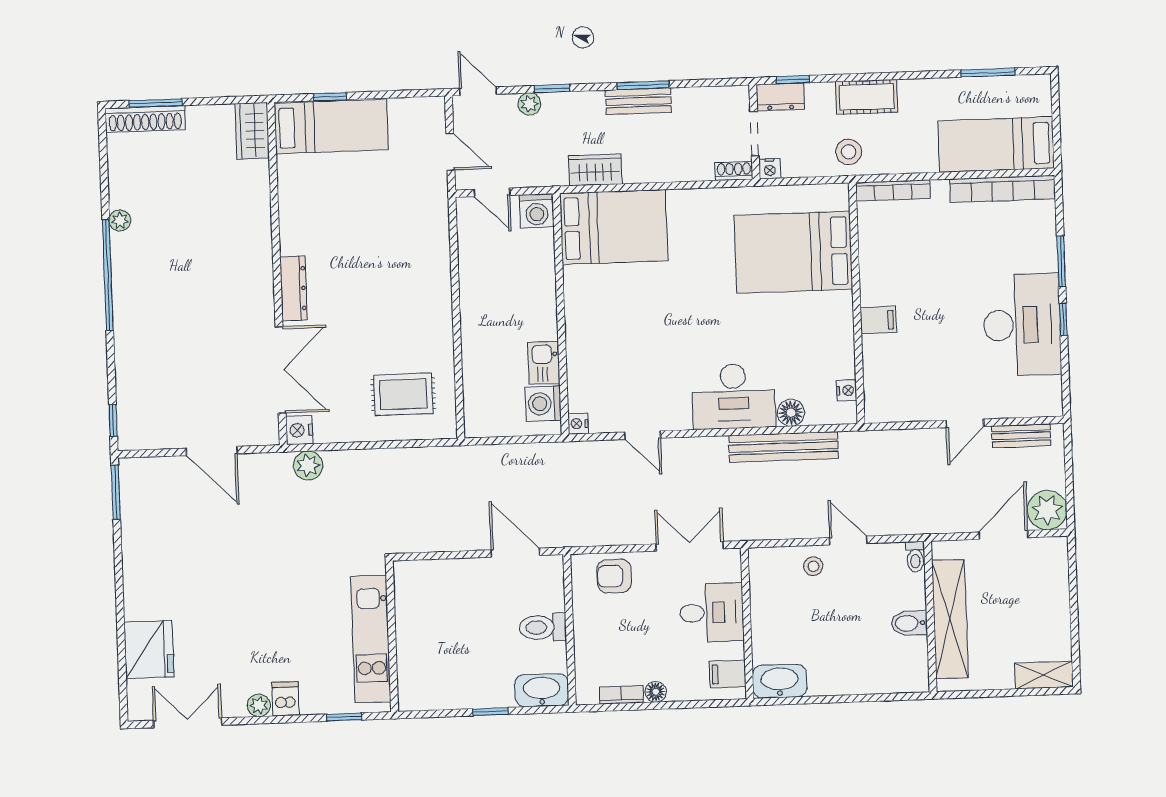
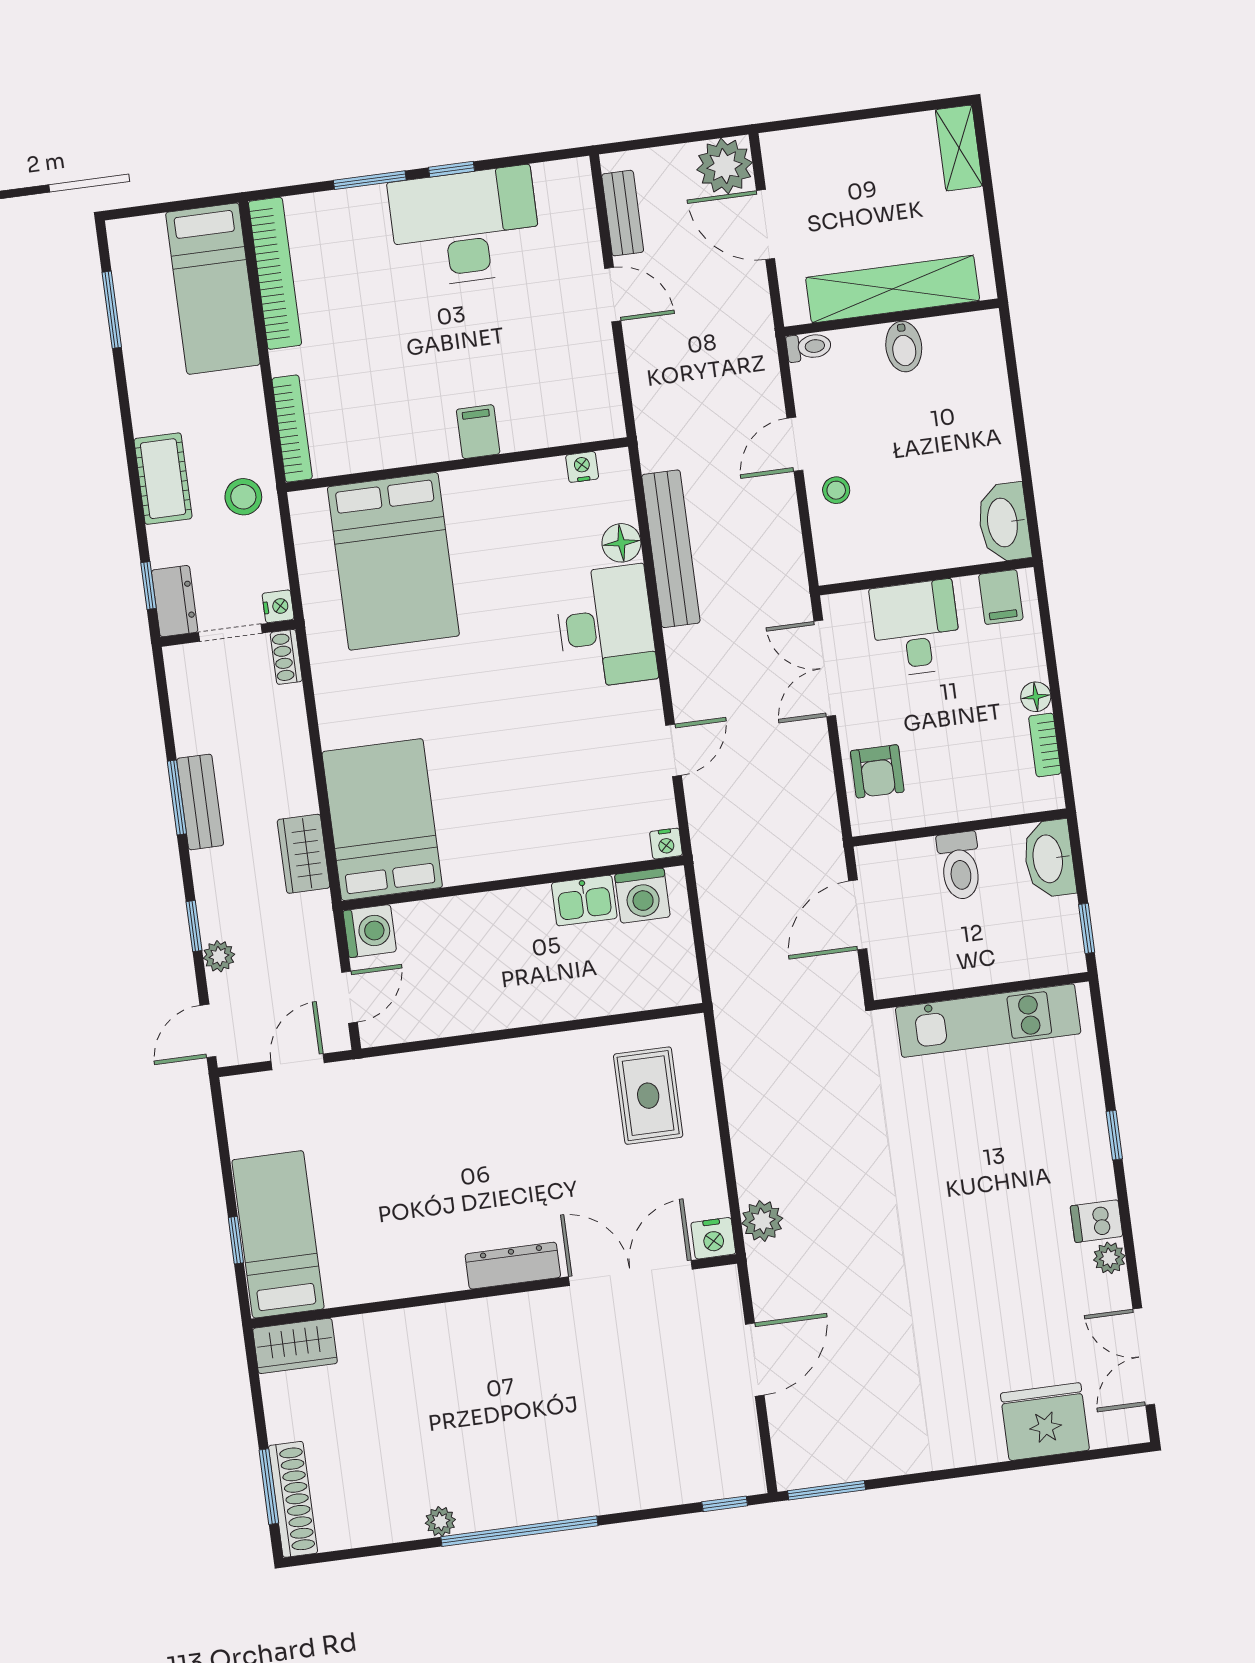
wall: (392, 636) -> (981, 991), moved
kitchen unit: (371, 639) -> (988, 1021), moved

